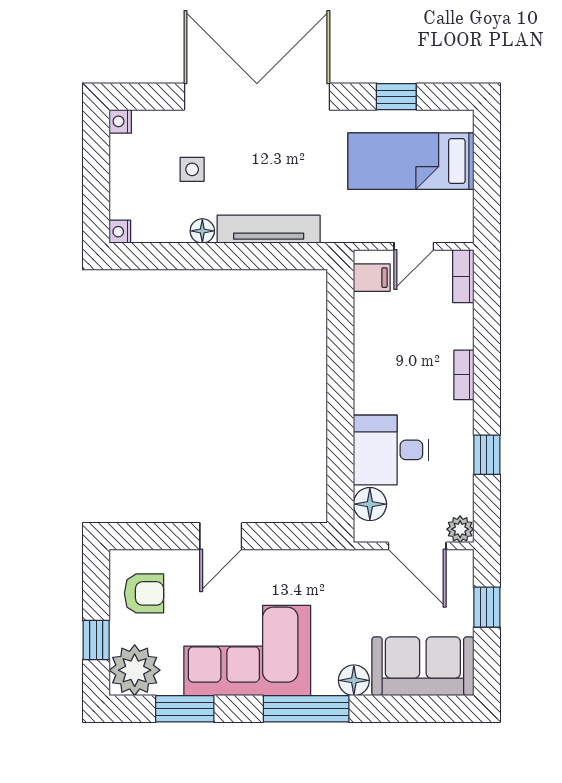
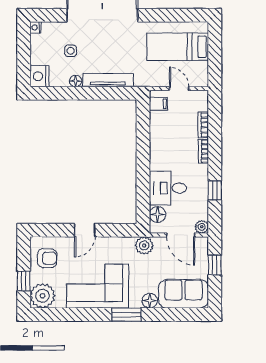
window: (396, 97) -> (171, 15), removed
nightstand: (120, 232) -> (40, 76), width x1.89, depth x1.79
door: (414, 246) -> (179, 88), swing flipped
bookcase: (463, 276) -> (203, 125), moved
plant: (342, 567) -> (144, 245), added
window: (185, 709) -> (67, 315), removed
window: (306, 709) -> (126, 315), width x0.69

